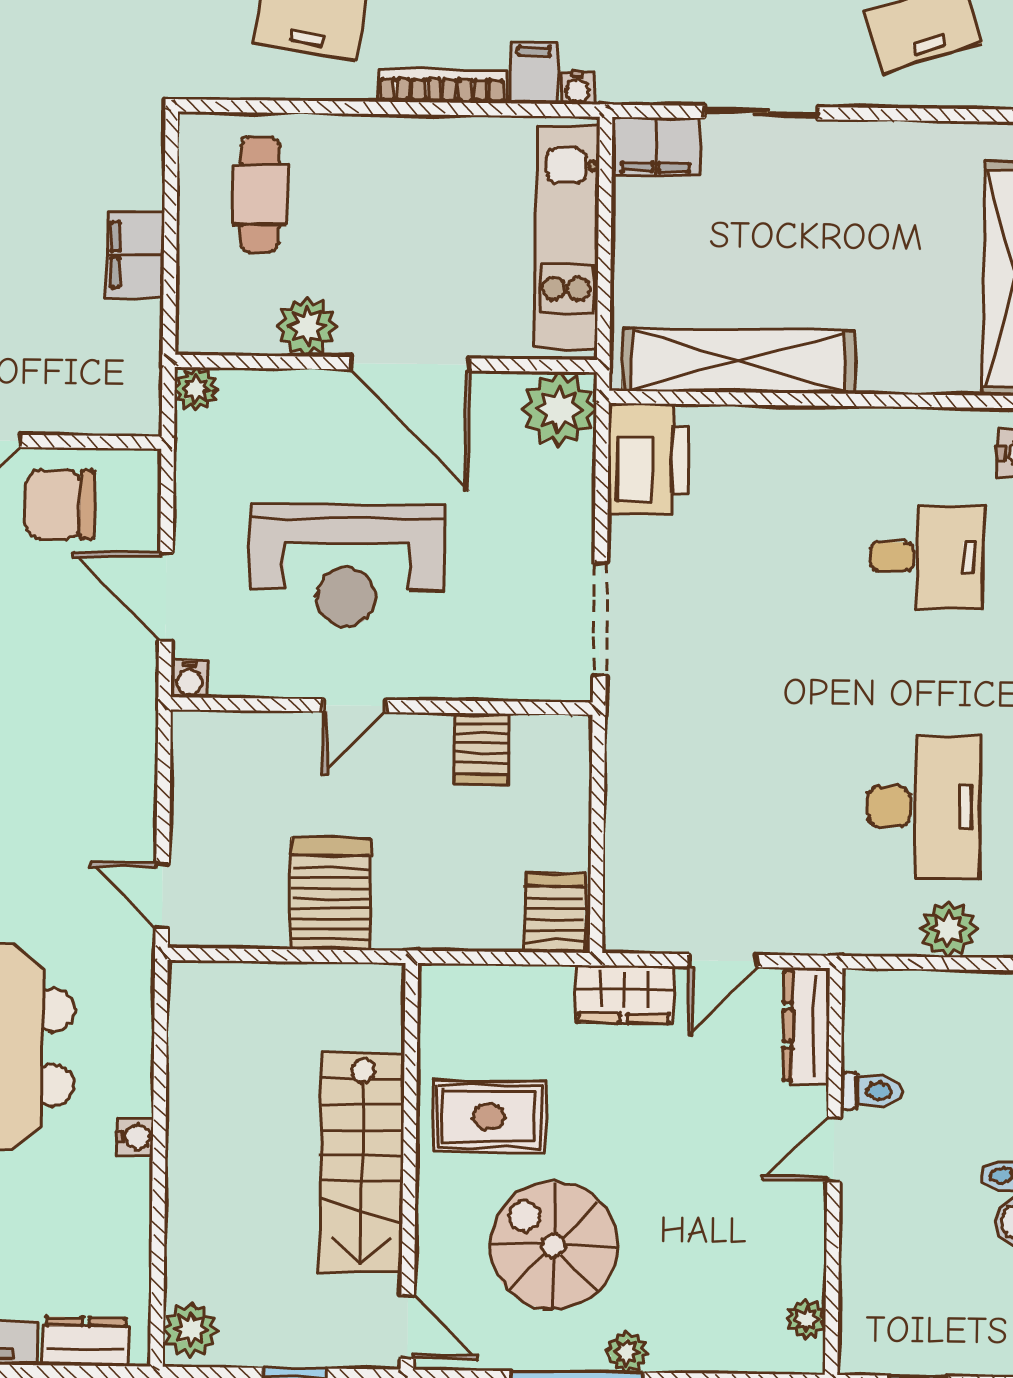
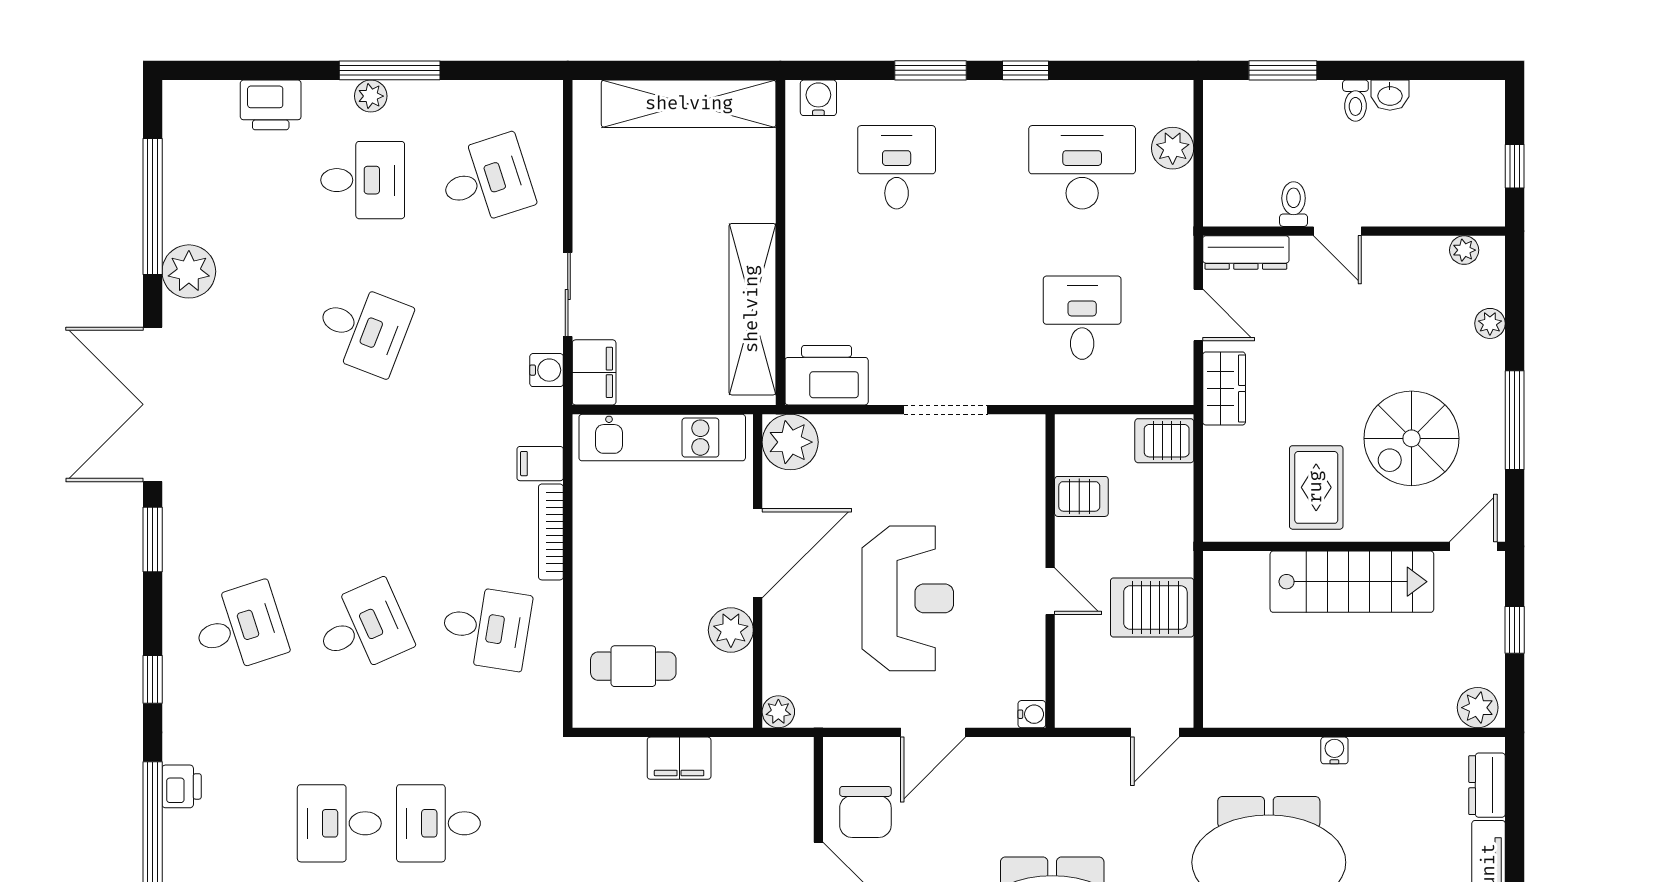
water cooler: (577, 88) -> (547, 370), moved, width x1.38, depth x1.38
water cooler: (189, 679) -> (1032, 714), moved
door: (355, 706) -> (1050, 591), moved
wall: (382, 706) -> (1050, 571), moved
server rack: (482, 749) -> (1081, 496), moved
desk: (721, 804) -> (1082, 318), added
plant: (627, 1352) -> (1490, 323), moved

